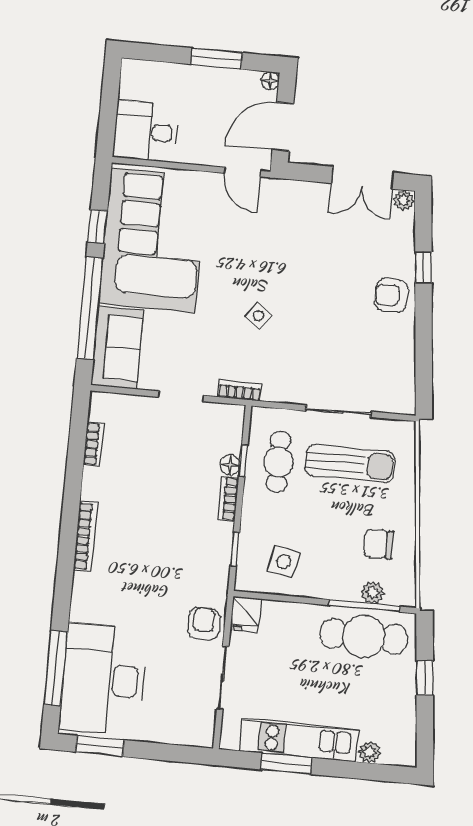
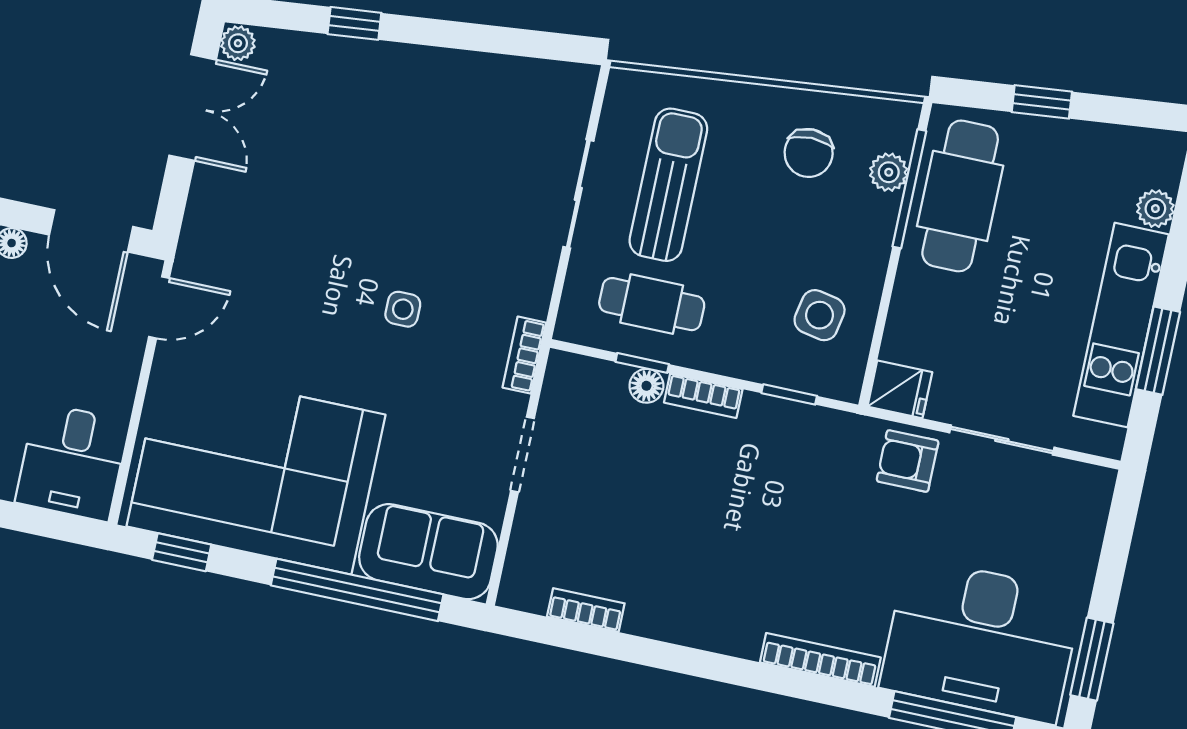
window: (98, 226) -> (182, 552), moved
armchair: (391, 295) -> (395, 82), removed
side table: (258, 316) -> (403, 309), turned -35
bookcase: (85, 536) -> (820, 660), moved

